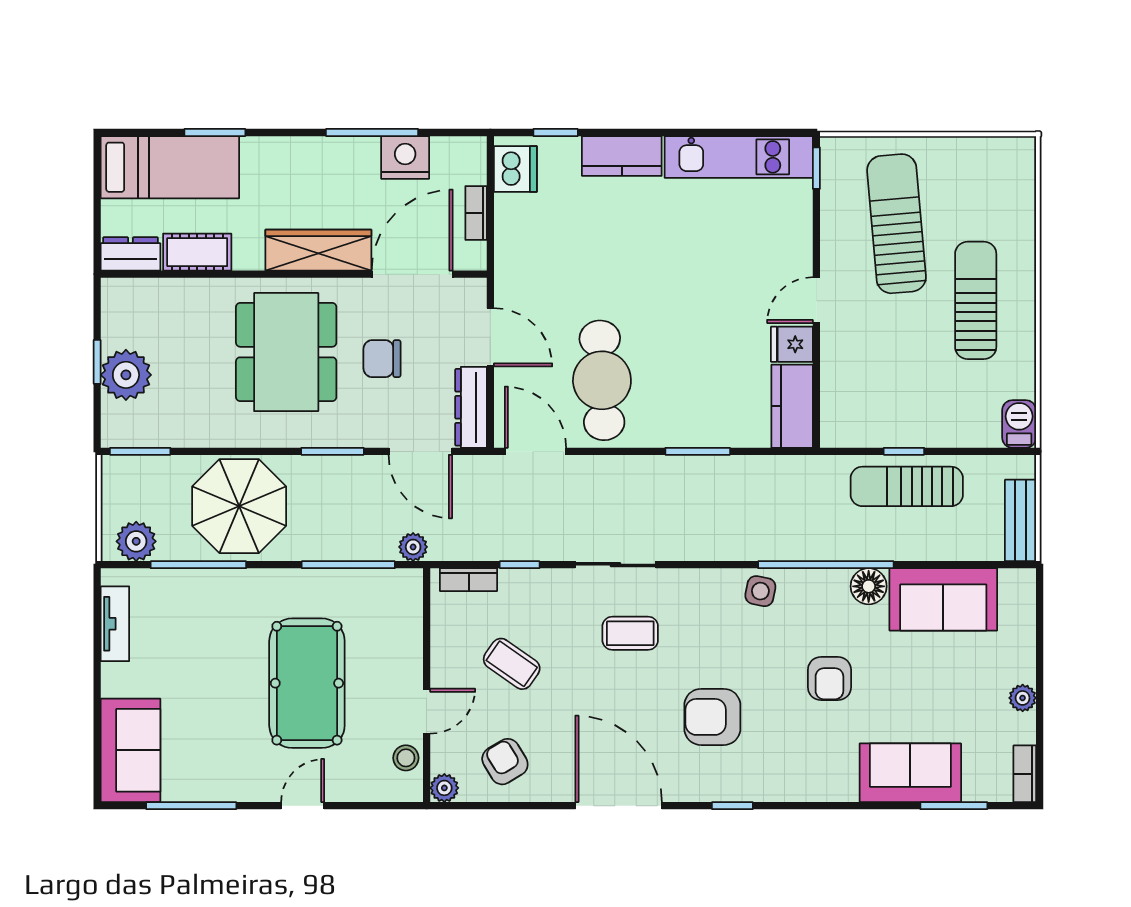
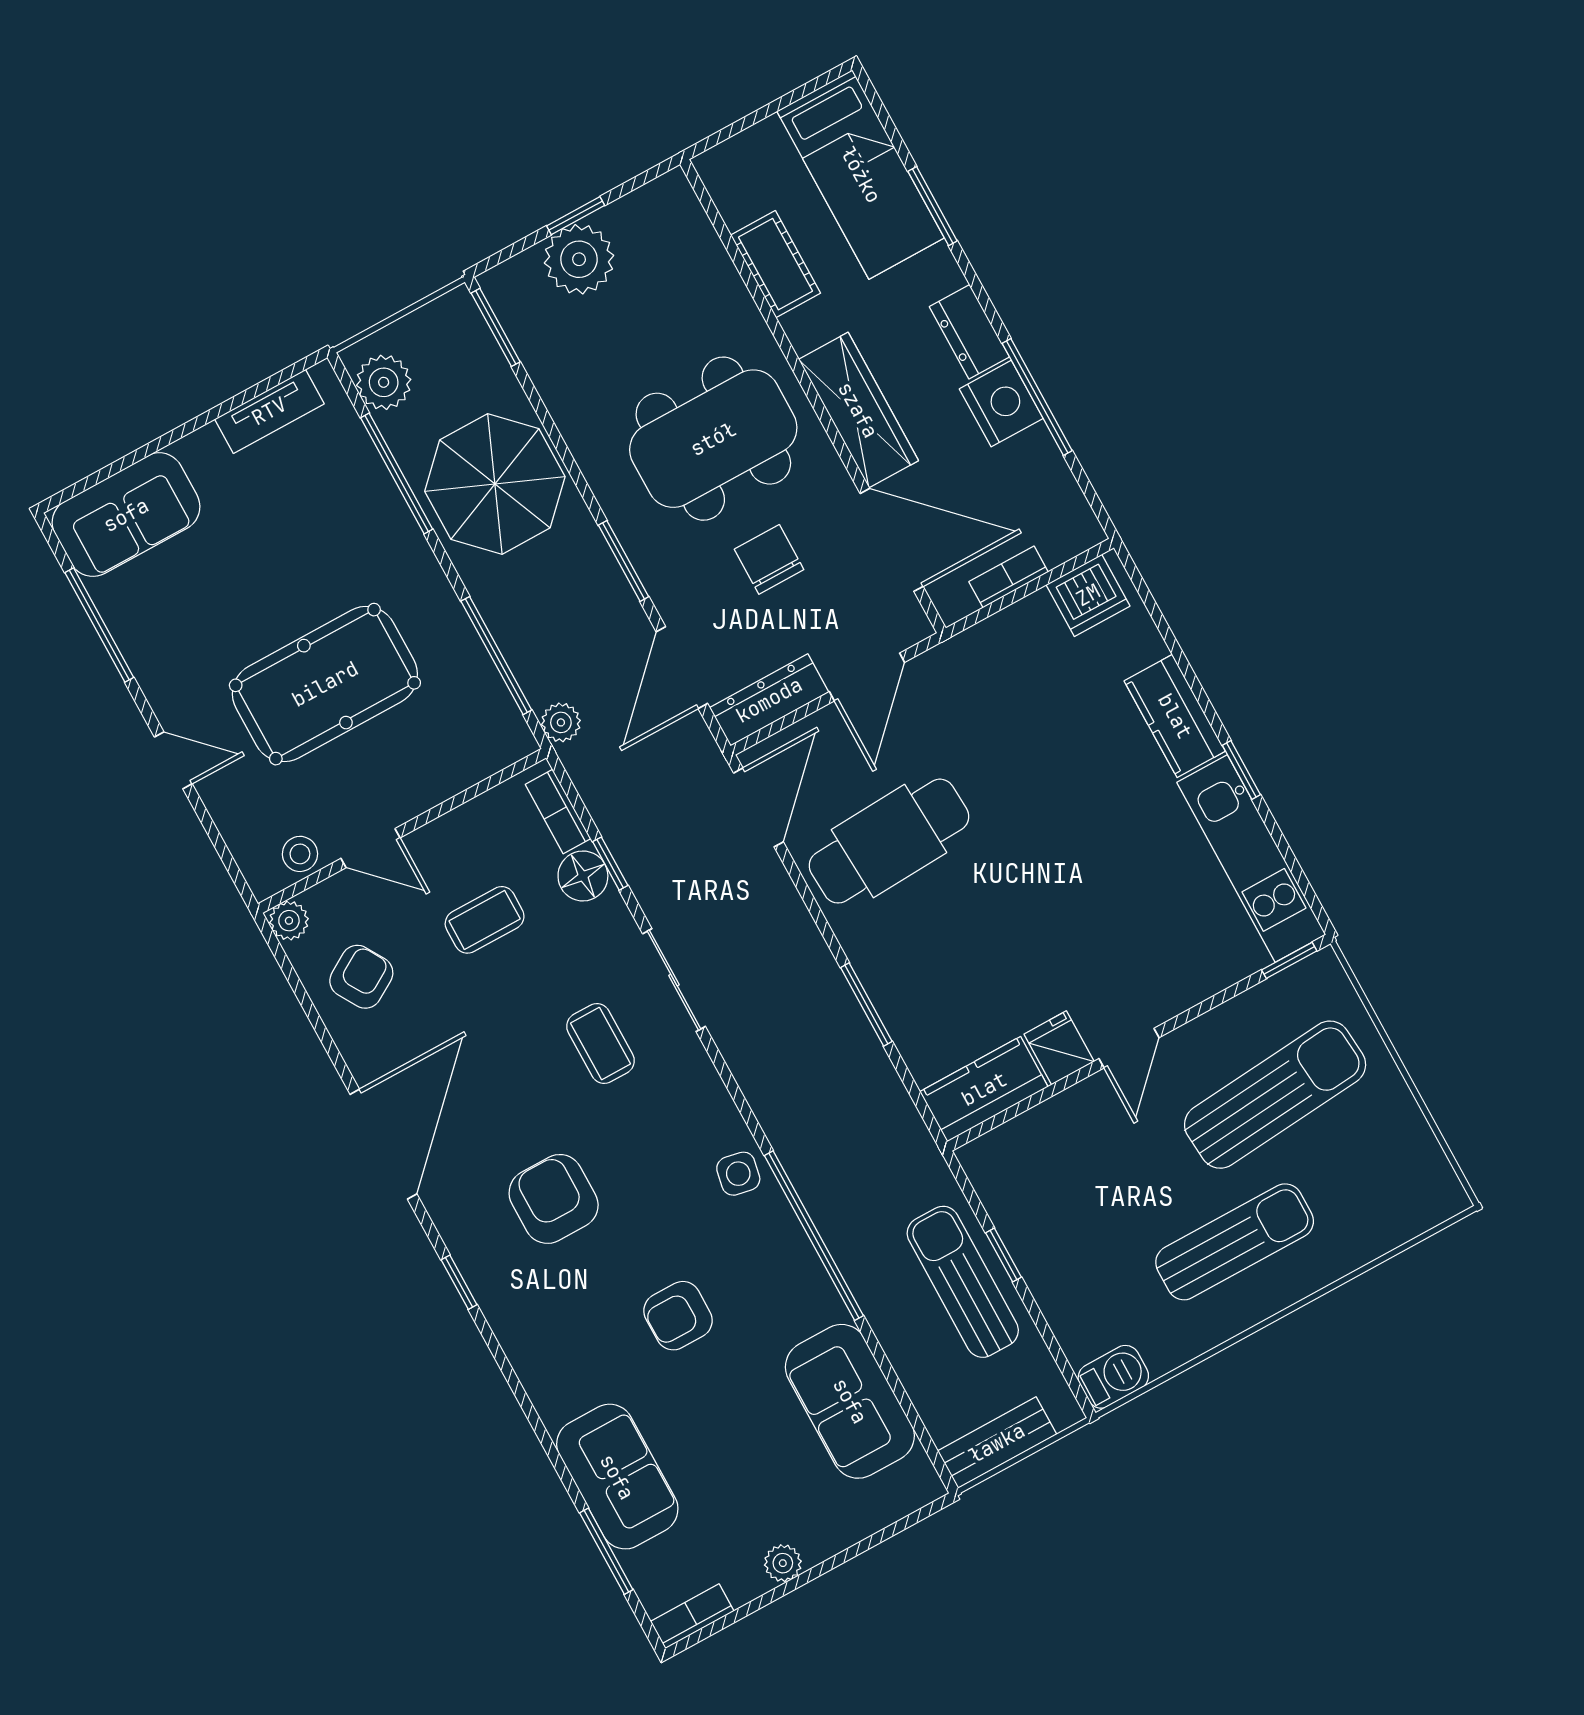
window: (556, 132) -> (1241, 770), moved
nightstand: (405, 157) -> (1001, 404), moved
dresser: (130, 254) -> (969, 332), moved, turned 180
door: (816, 300) -> (1129, 1048), swing flipped
floor lamp: (869, 586) -> (583, 876), moved
coffee table: (512, 664) -> (485, 920), turned 55

